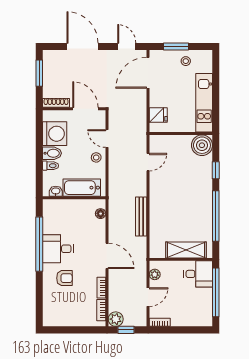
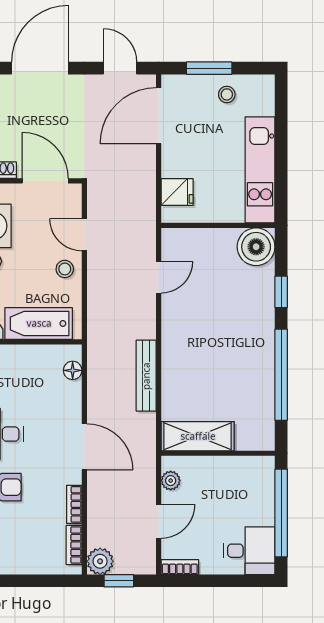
door: (82, 47) -> (40, 68), hinge flipped
shelving: (186, 250) -> (198, 436), moved
desk: (198, 274) -> (249, 551), moved

